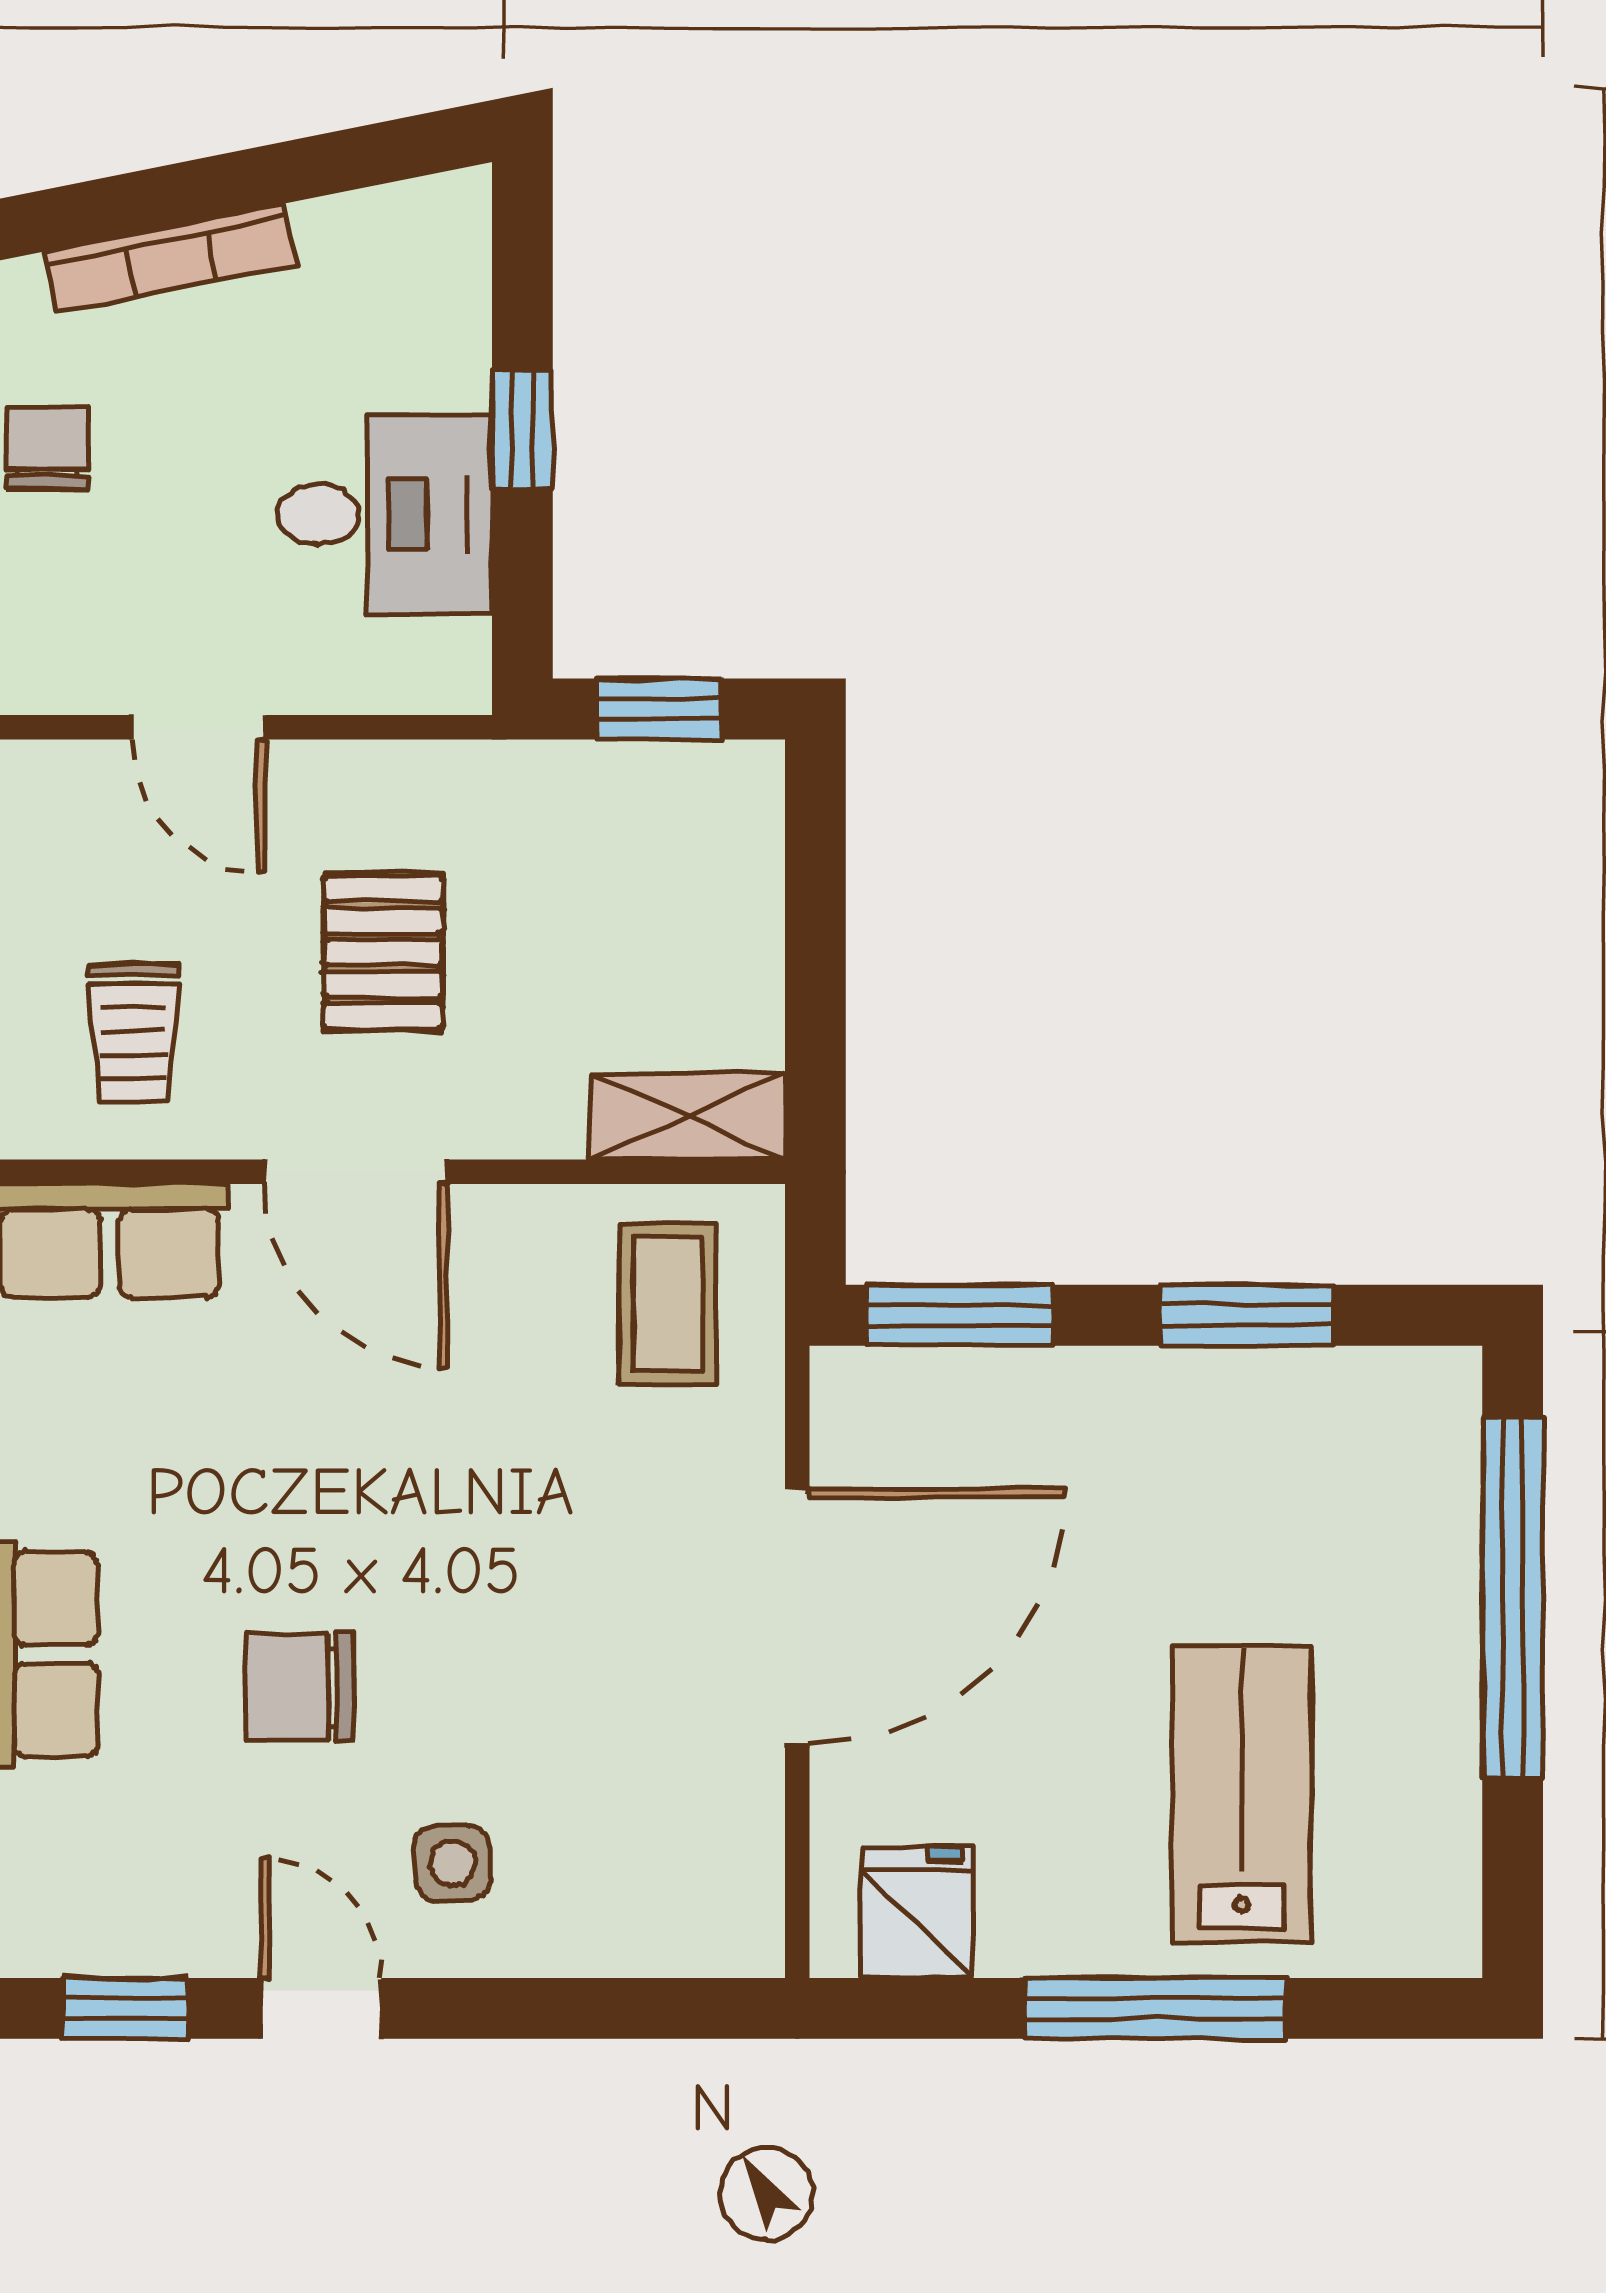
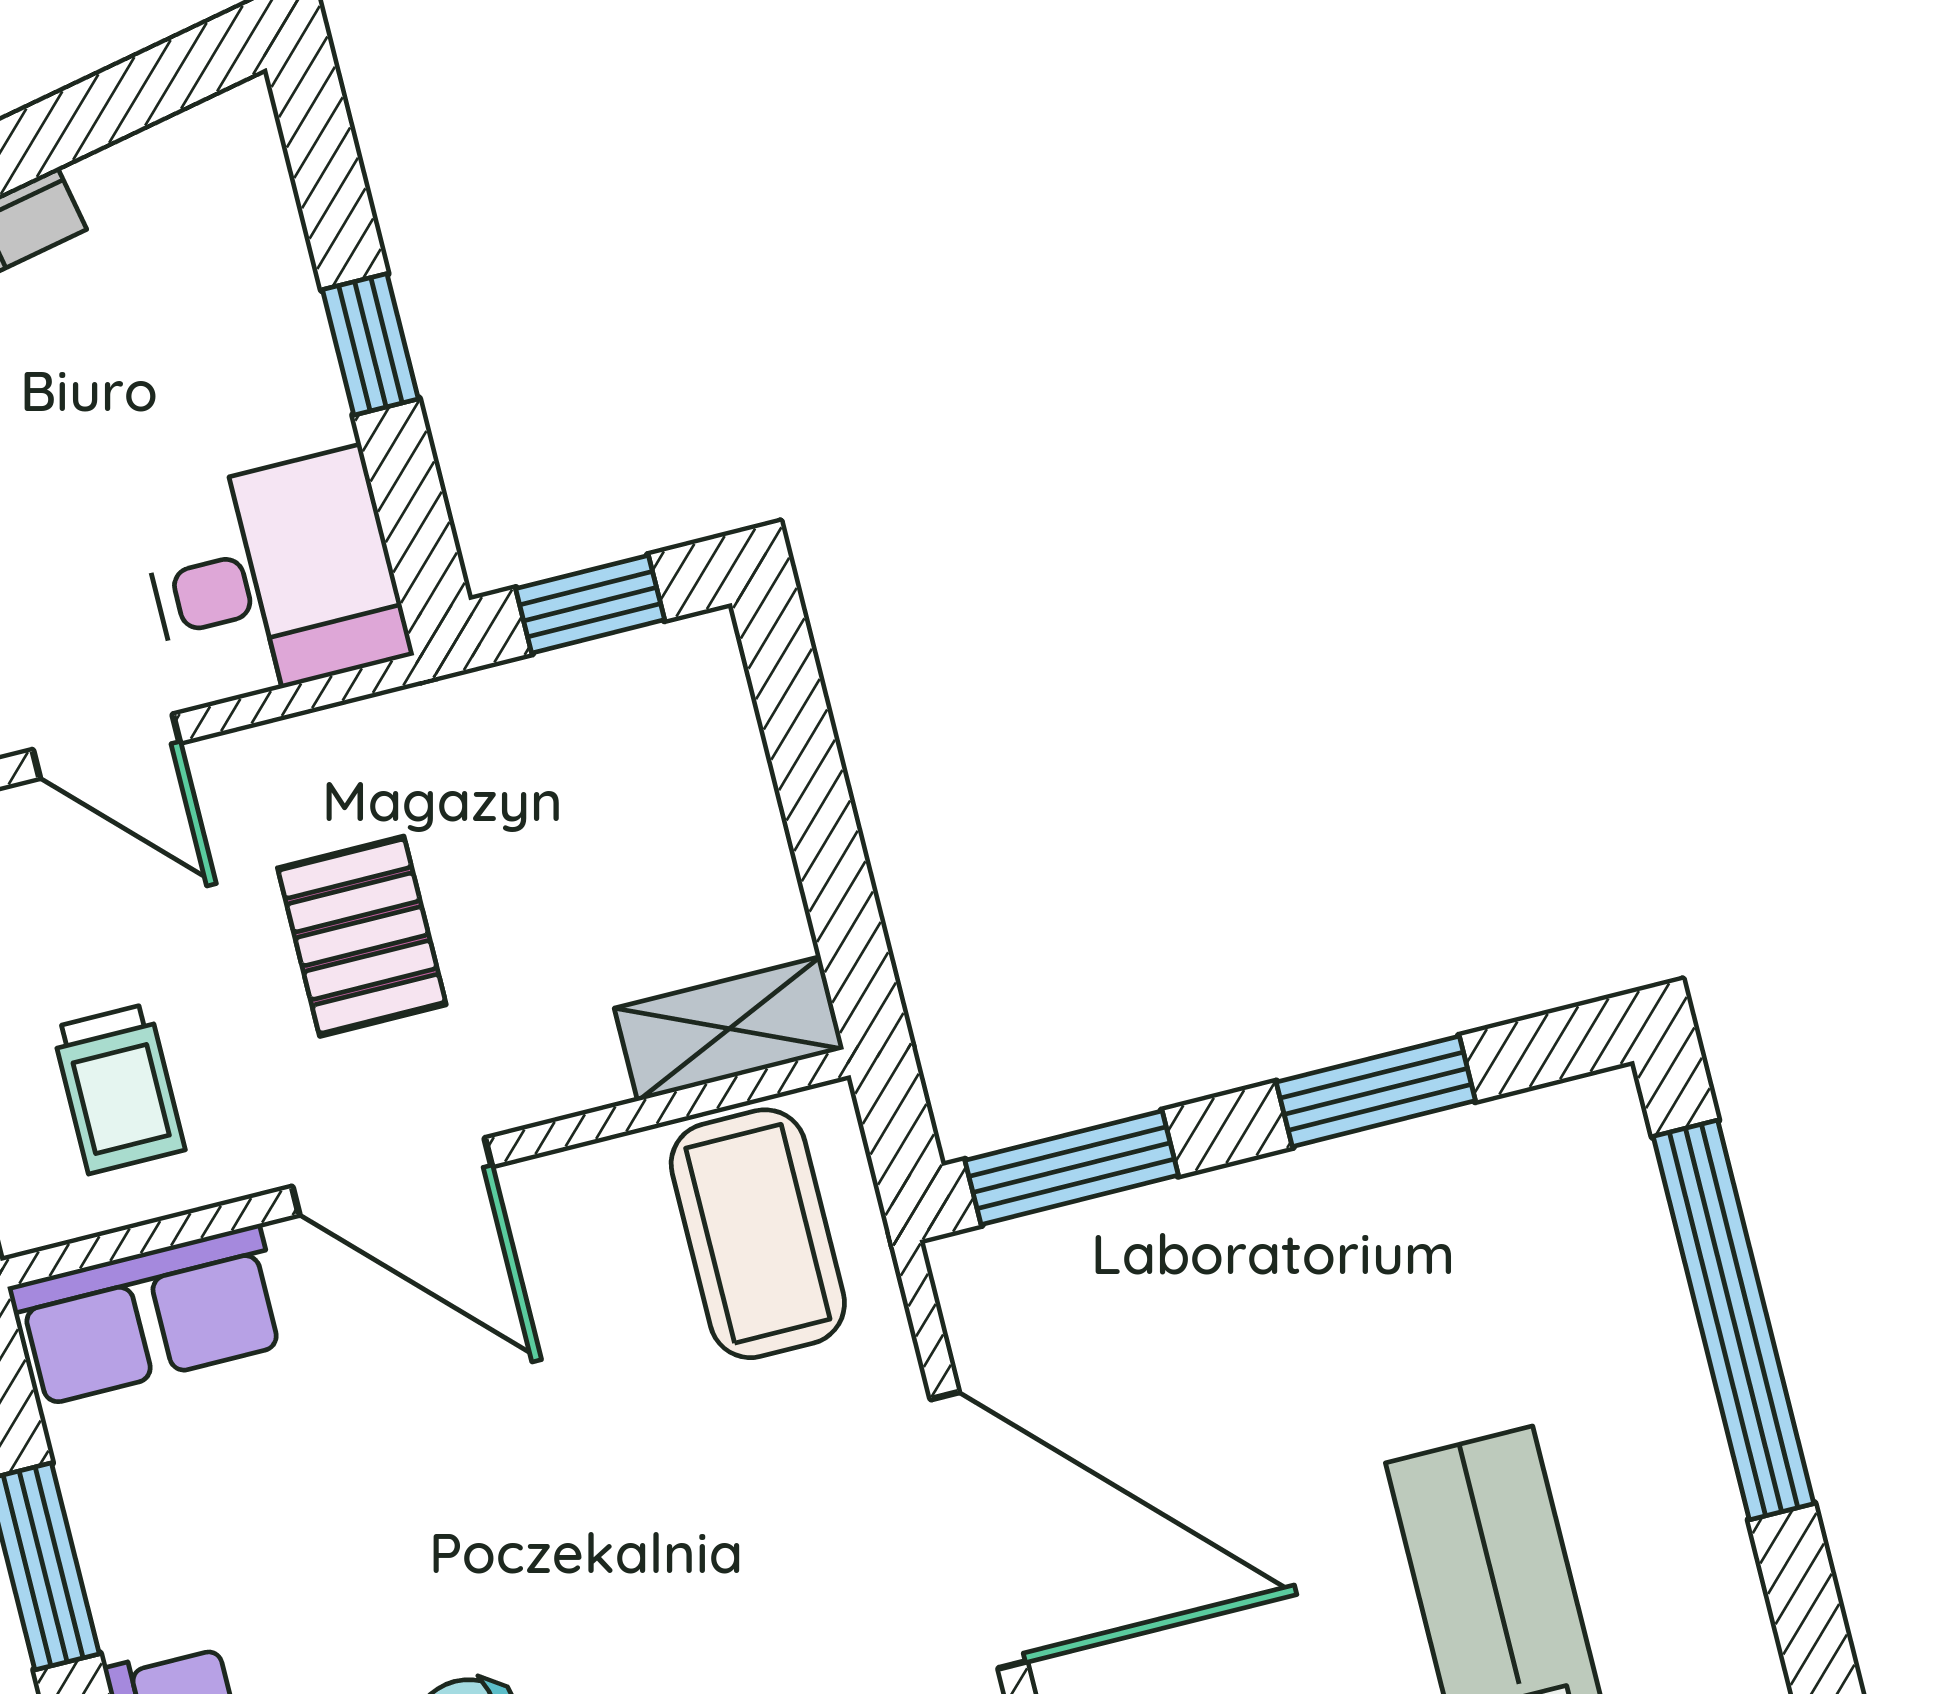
desk: (385, 514) -> (274, 578), moved
coffee table: (668, 1304) -> (758, 1234), width x1.36, depth x1.30
door: (797, 1616) -> (979, 1530), hinge flipped

